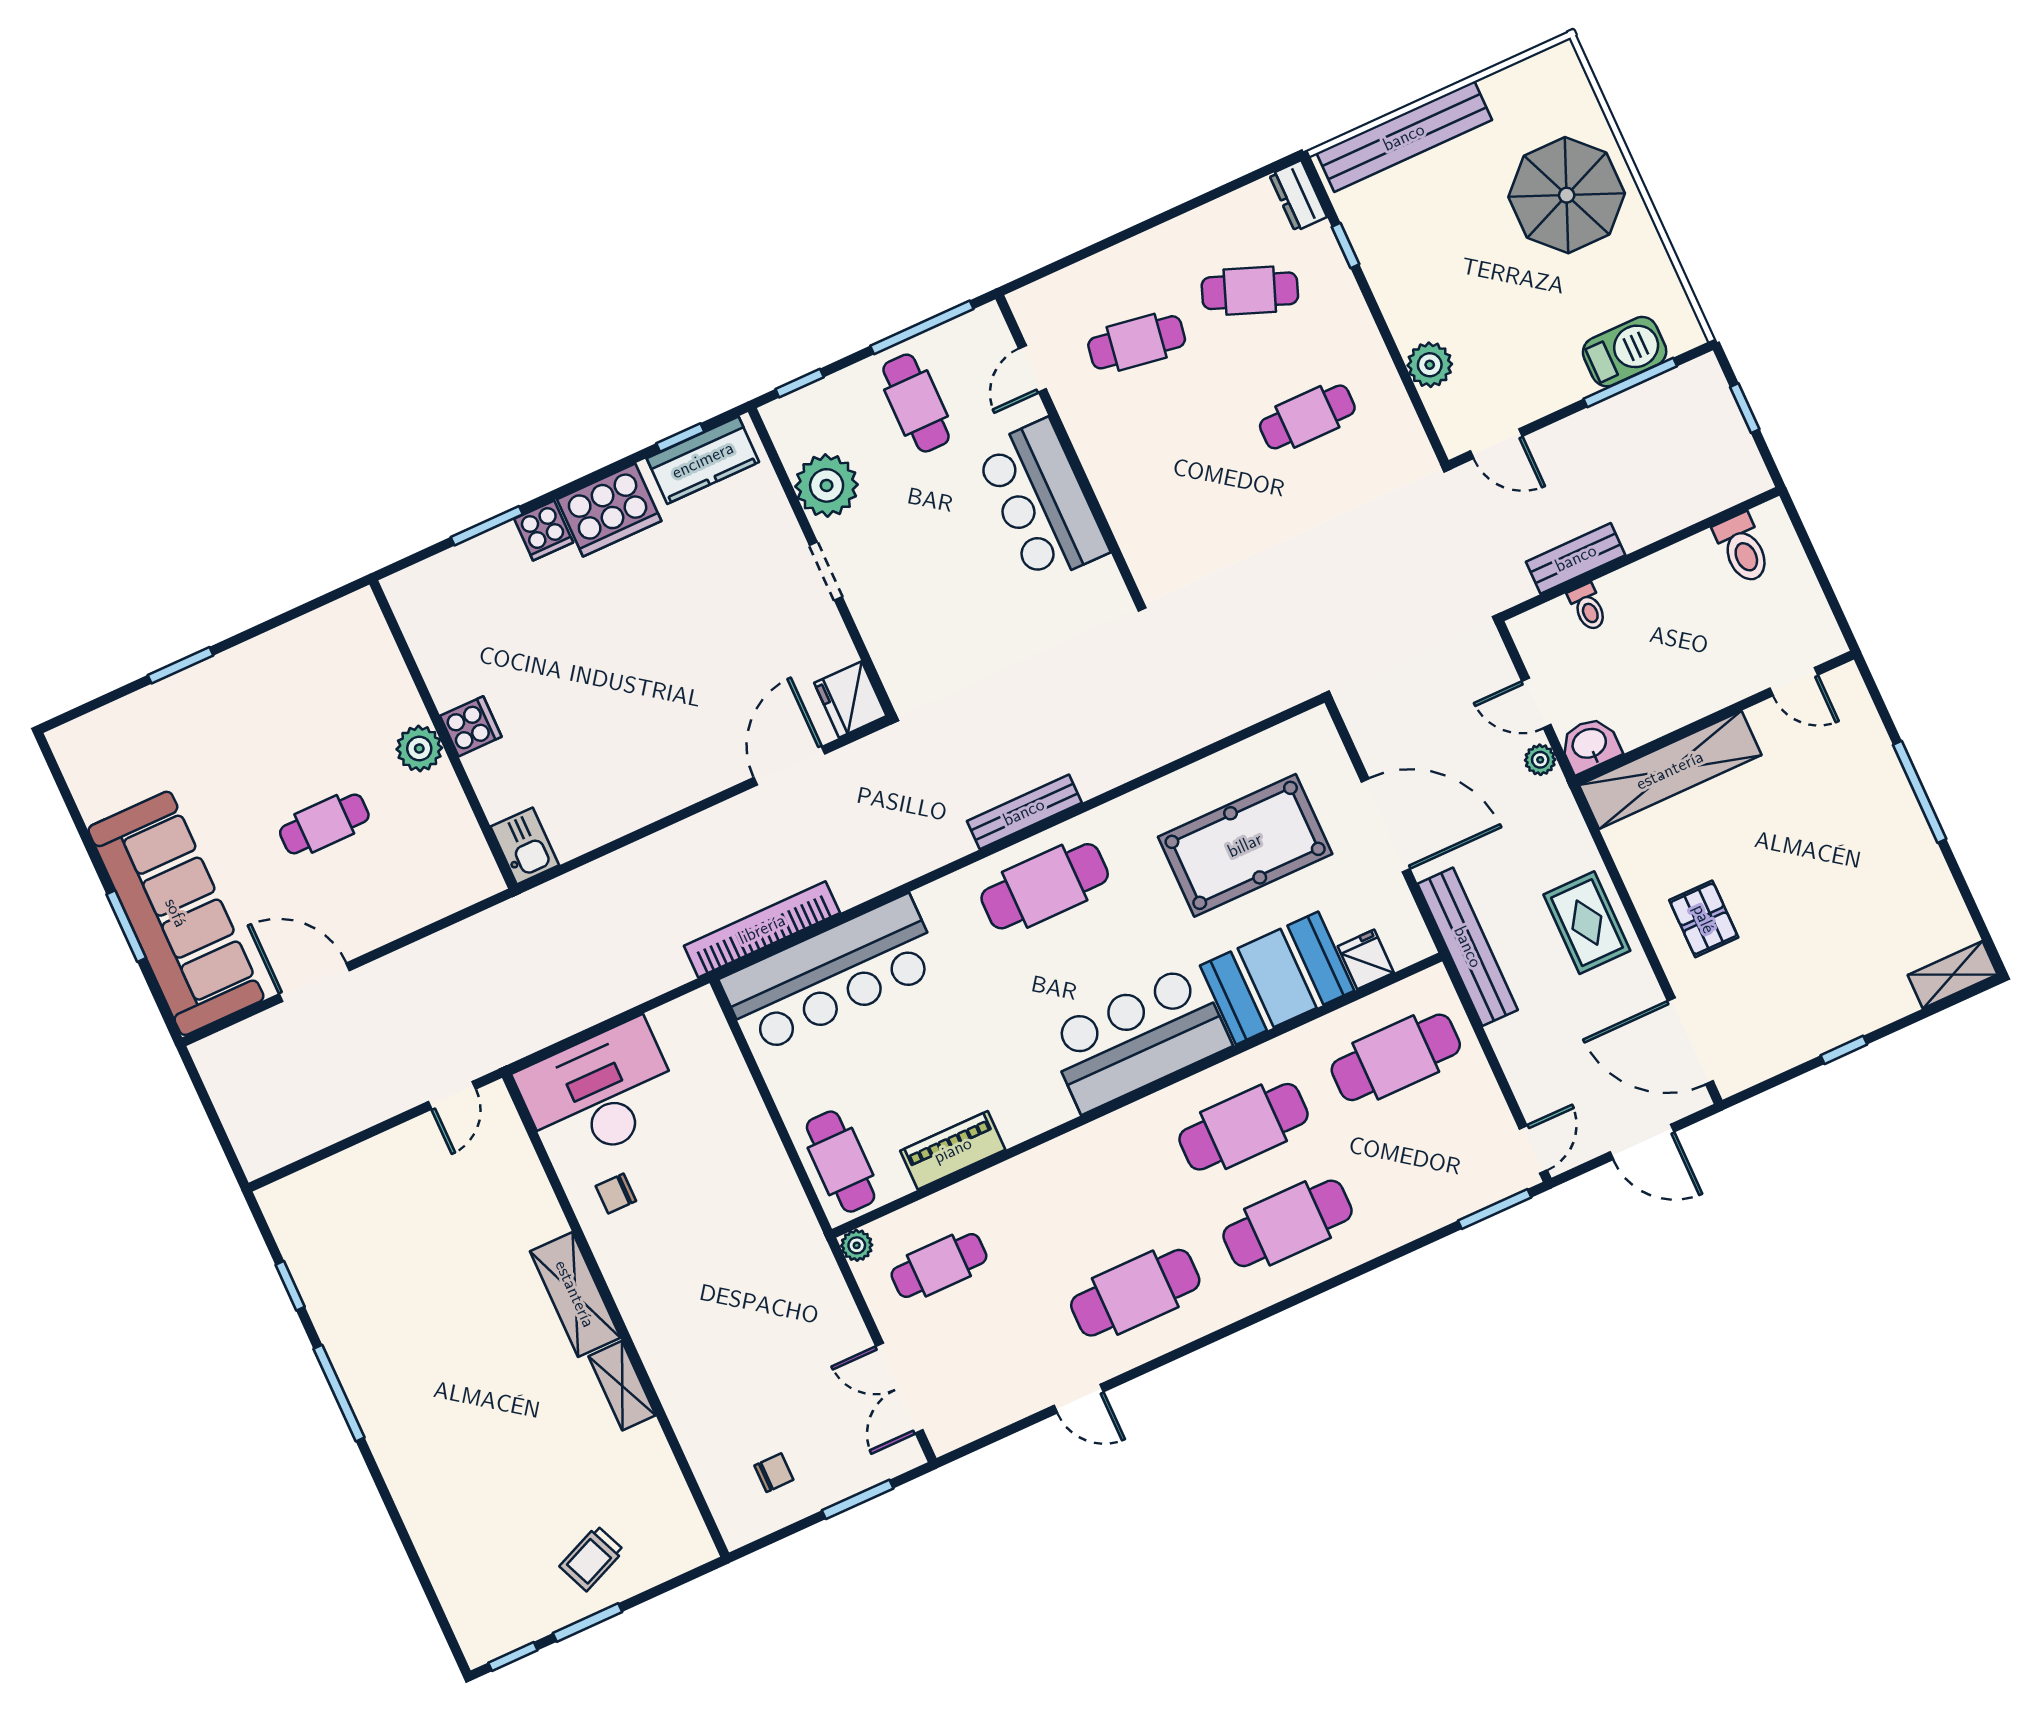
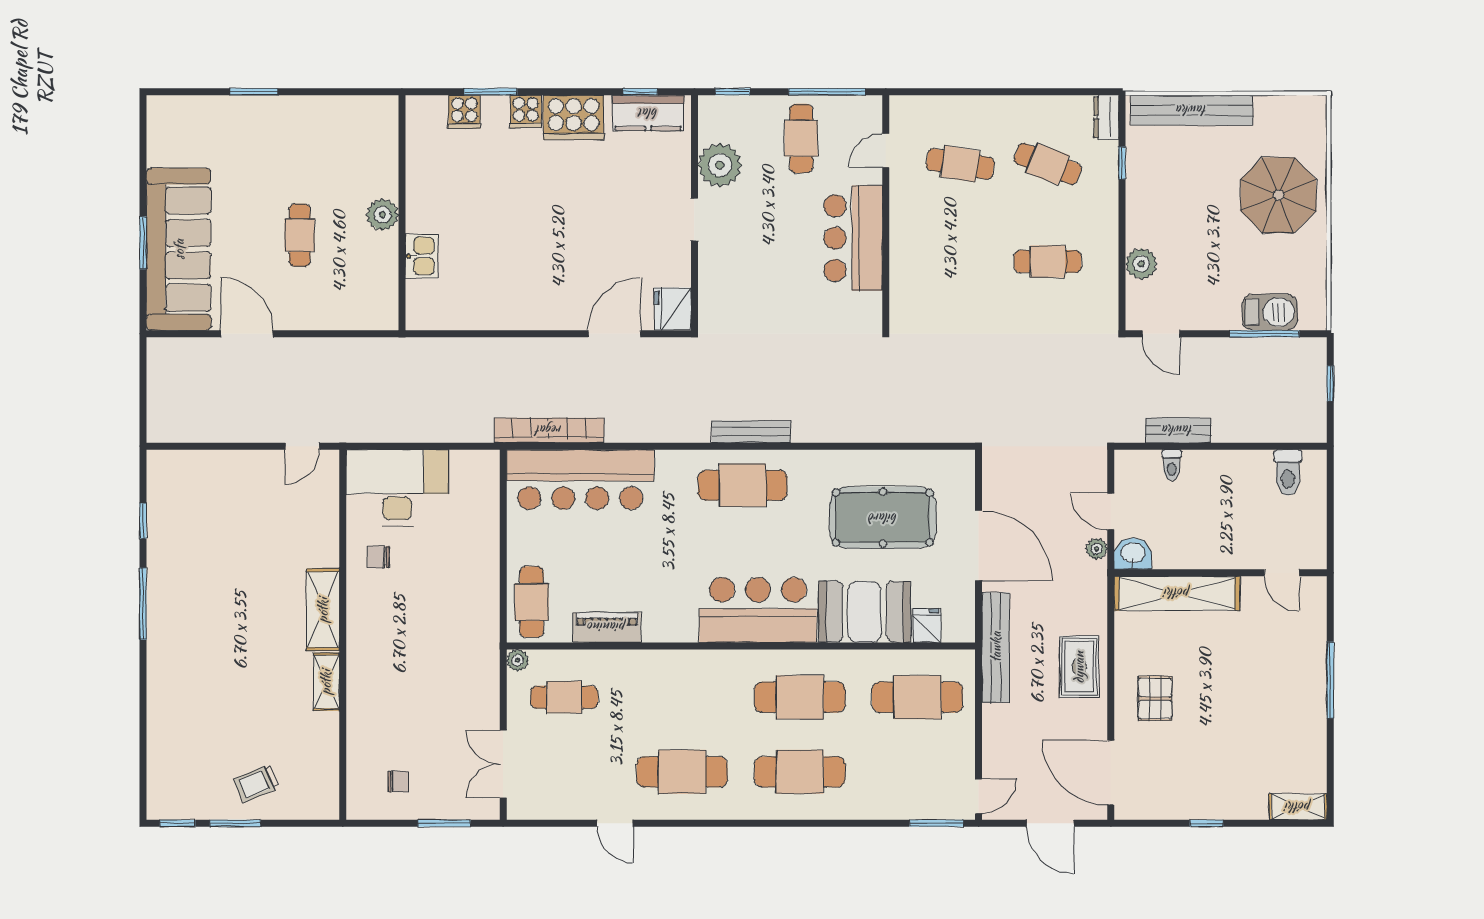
cooker: (471, 726) -> (464, 112), moved, turned 90
cafe table: (324, 824) -> (300, 235), turned 90
kitchen sink: (525, 846) -> (422, 256), moved

